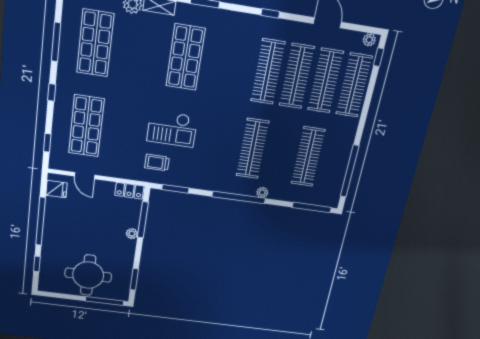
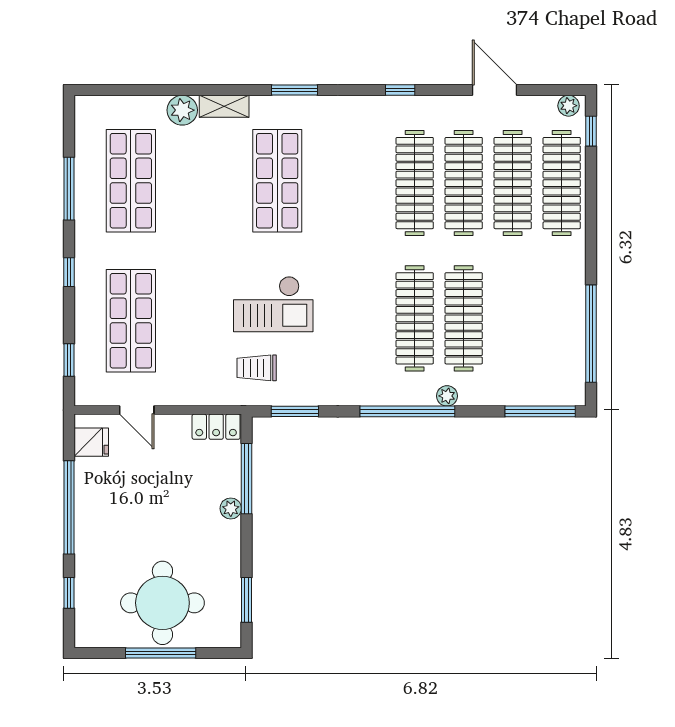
clothes rail: (308, 157) -> (464, 318), moved
window: (105, 301) -> (161, 653), moved

